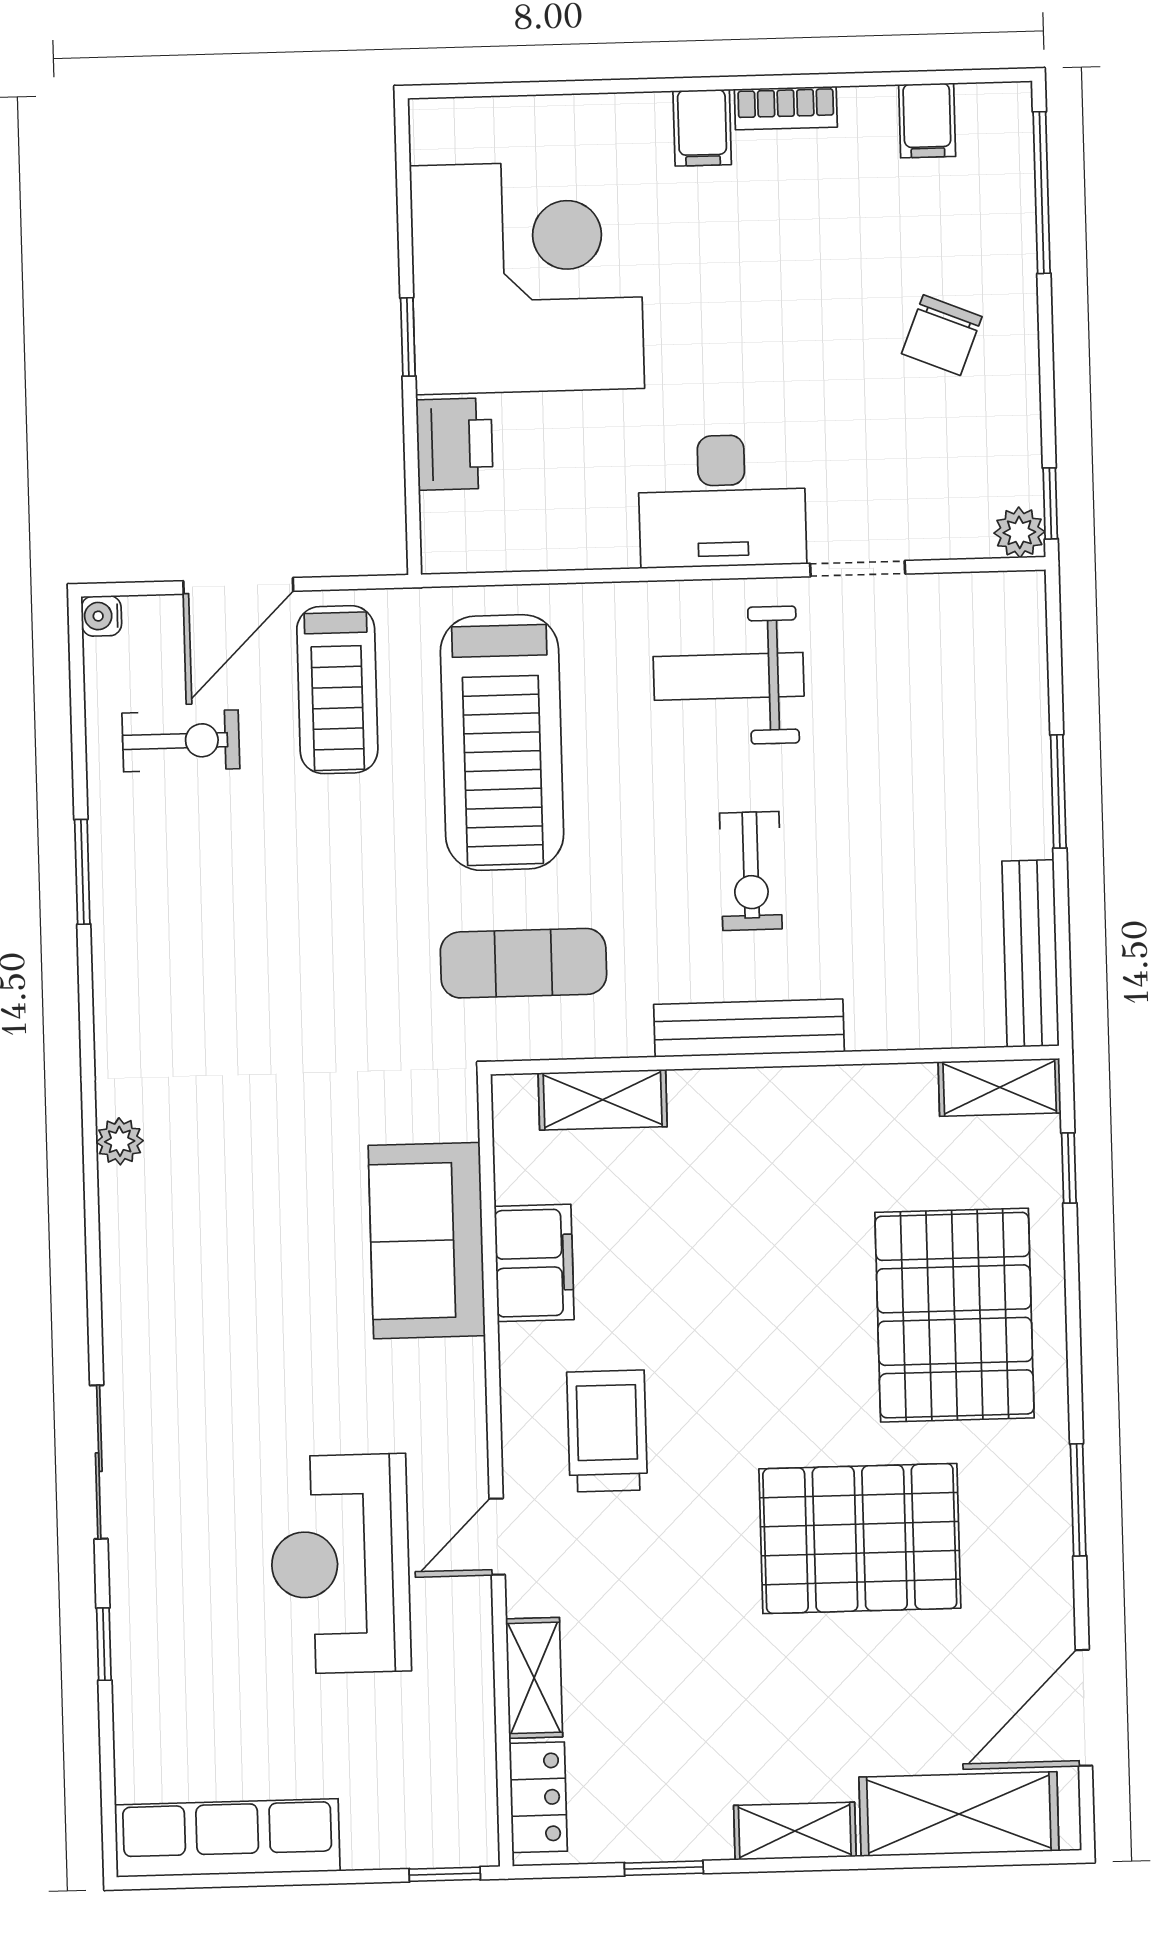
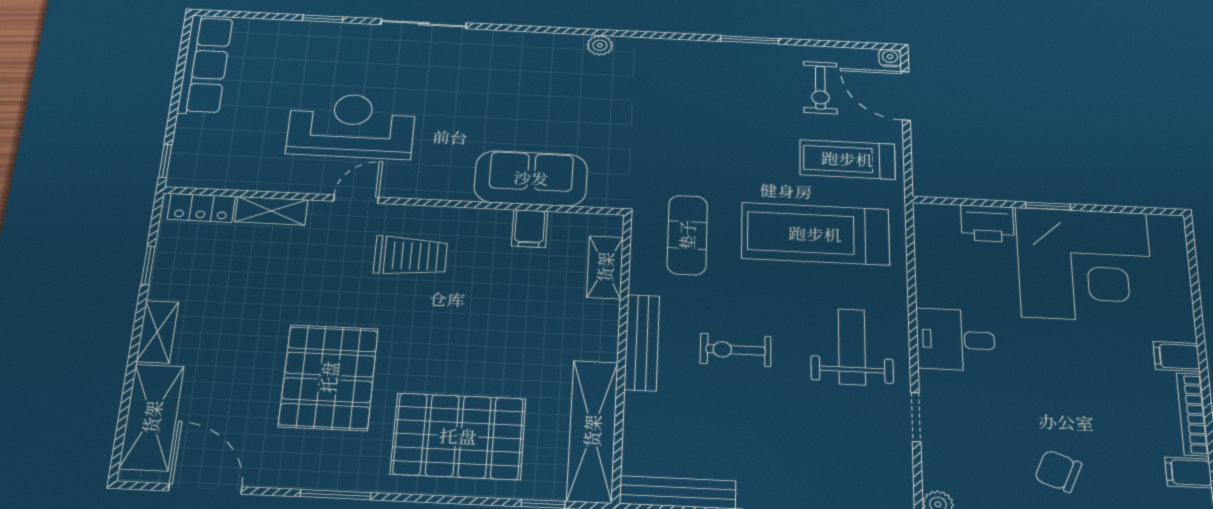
bookcase: (786, 108) -> (1192, 414), width x1.56
desk: (722, 501) -> (956, 340), width x0.73
door: (238, 586) -> (906, 96), moved
shelving: (1000, 1087) -> (592, 431), width x2.20, depth x1.33
filing cabinet: (534, 1263) -> (530, 229), width x0.50
door: (497, 1537) -> (356, 199), hinge flipped

